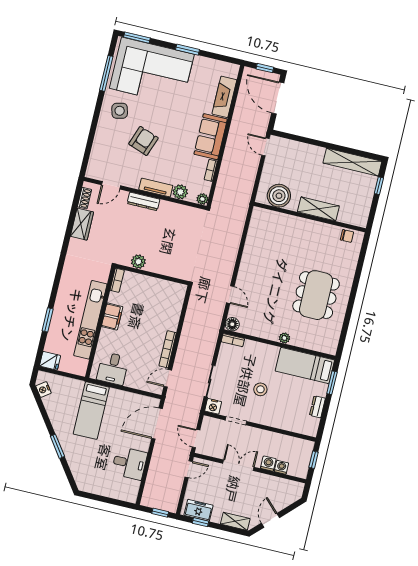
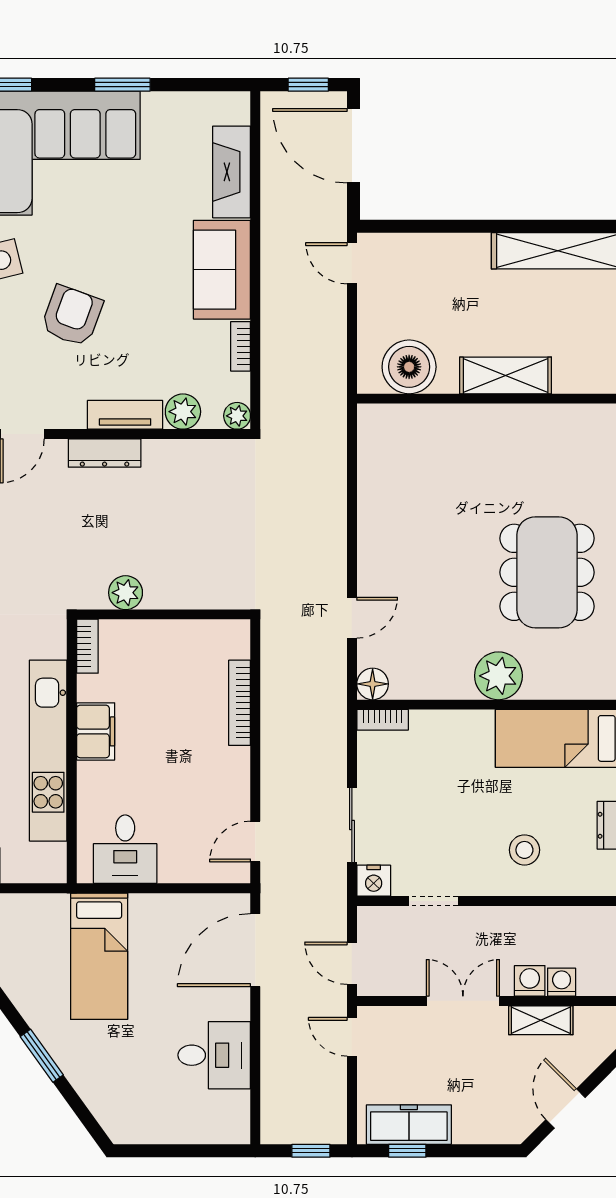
chair: (347, 236) -> (585, 421), removed
door: (230, 295) -> (352, 618), hinge flipped
plant: (284, 338) -> (498, 676), width x1.87, depth x1.87
bookcase: (168, 349) -> (240, 703), moved
stool: (260, 389) -> (524, 850), moved
door: (189, 469) -> (352, 1037), swing flipped
freezer: (199, 510) -> (409, 1125), width x1.40
shelving: (235, 521) -> (541, 1020), moved

